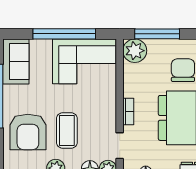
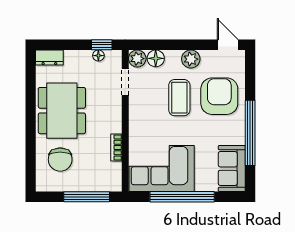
plant: (135, 51) -> (110, 180), removed
bookcase: (128, 111) -> (116, 147), moved

